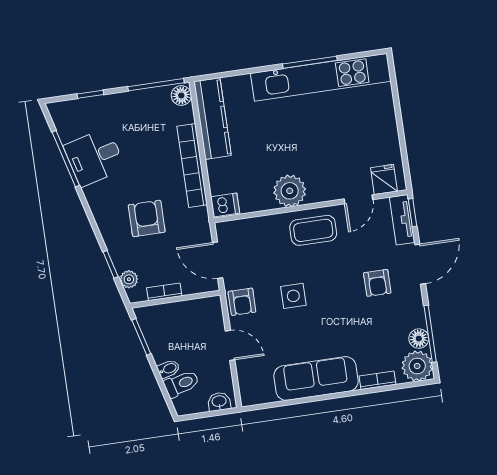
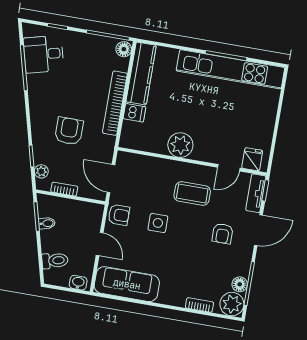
desk: (94, 157) -> (44, 54), moved
dishwasher: (225, 205) -> (134, 113), moved
coffee table: (313, 230) -> (192, 193), moved
armchair: (242, 302) -> (119, 215), turned -90
bidet: (168, 369) -> (47, 223), moved
sofa: (316, 379) -> (127, 284), moved

